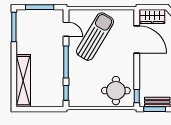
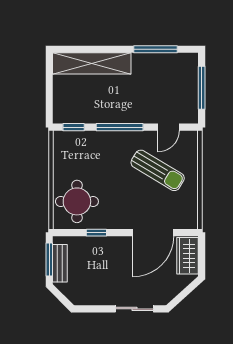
window: (14, 27) -> (156, 49), moved
sun lounger: (95, 37) -> (158, 170), width x0.73, depth x0.75
window: (137, 96) -> (96, 233), moved

